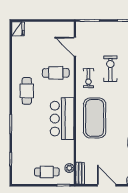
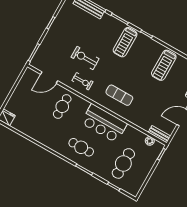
cafe table: (27, 91) -> (81, 147), moved
exercise mat: (95, 118) -> (119, 95), width x0.50, depth x0.69
cafe table: (47, 172) -> (123, 163), moved, width x1.37, depth x1.35

